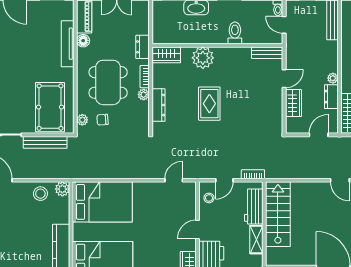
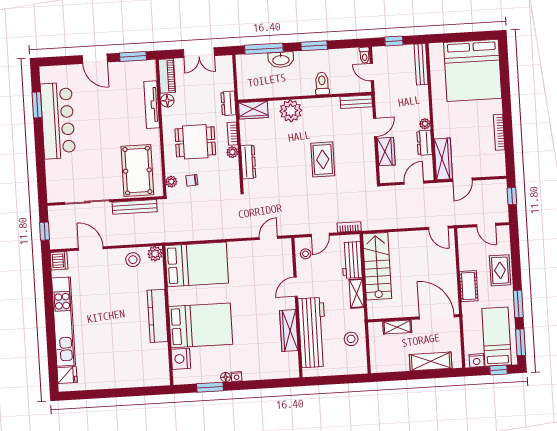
dining table: (108, 82) -> (195, 142), width x0.73
rug: (209, 104) -> (323, 159), moved

